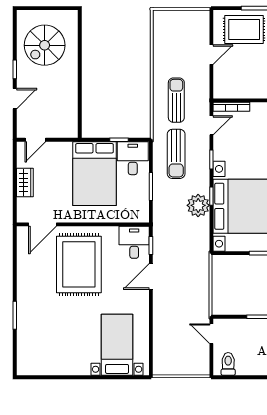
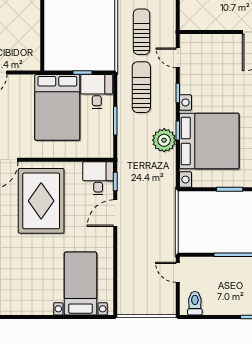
bookcase: (231, 107) -> (198, 39), removed
door: (211, 125) -> (178, 58), swing flipped
sun lounger: (176, 154) -> (141, 87), turned 180

